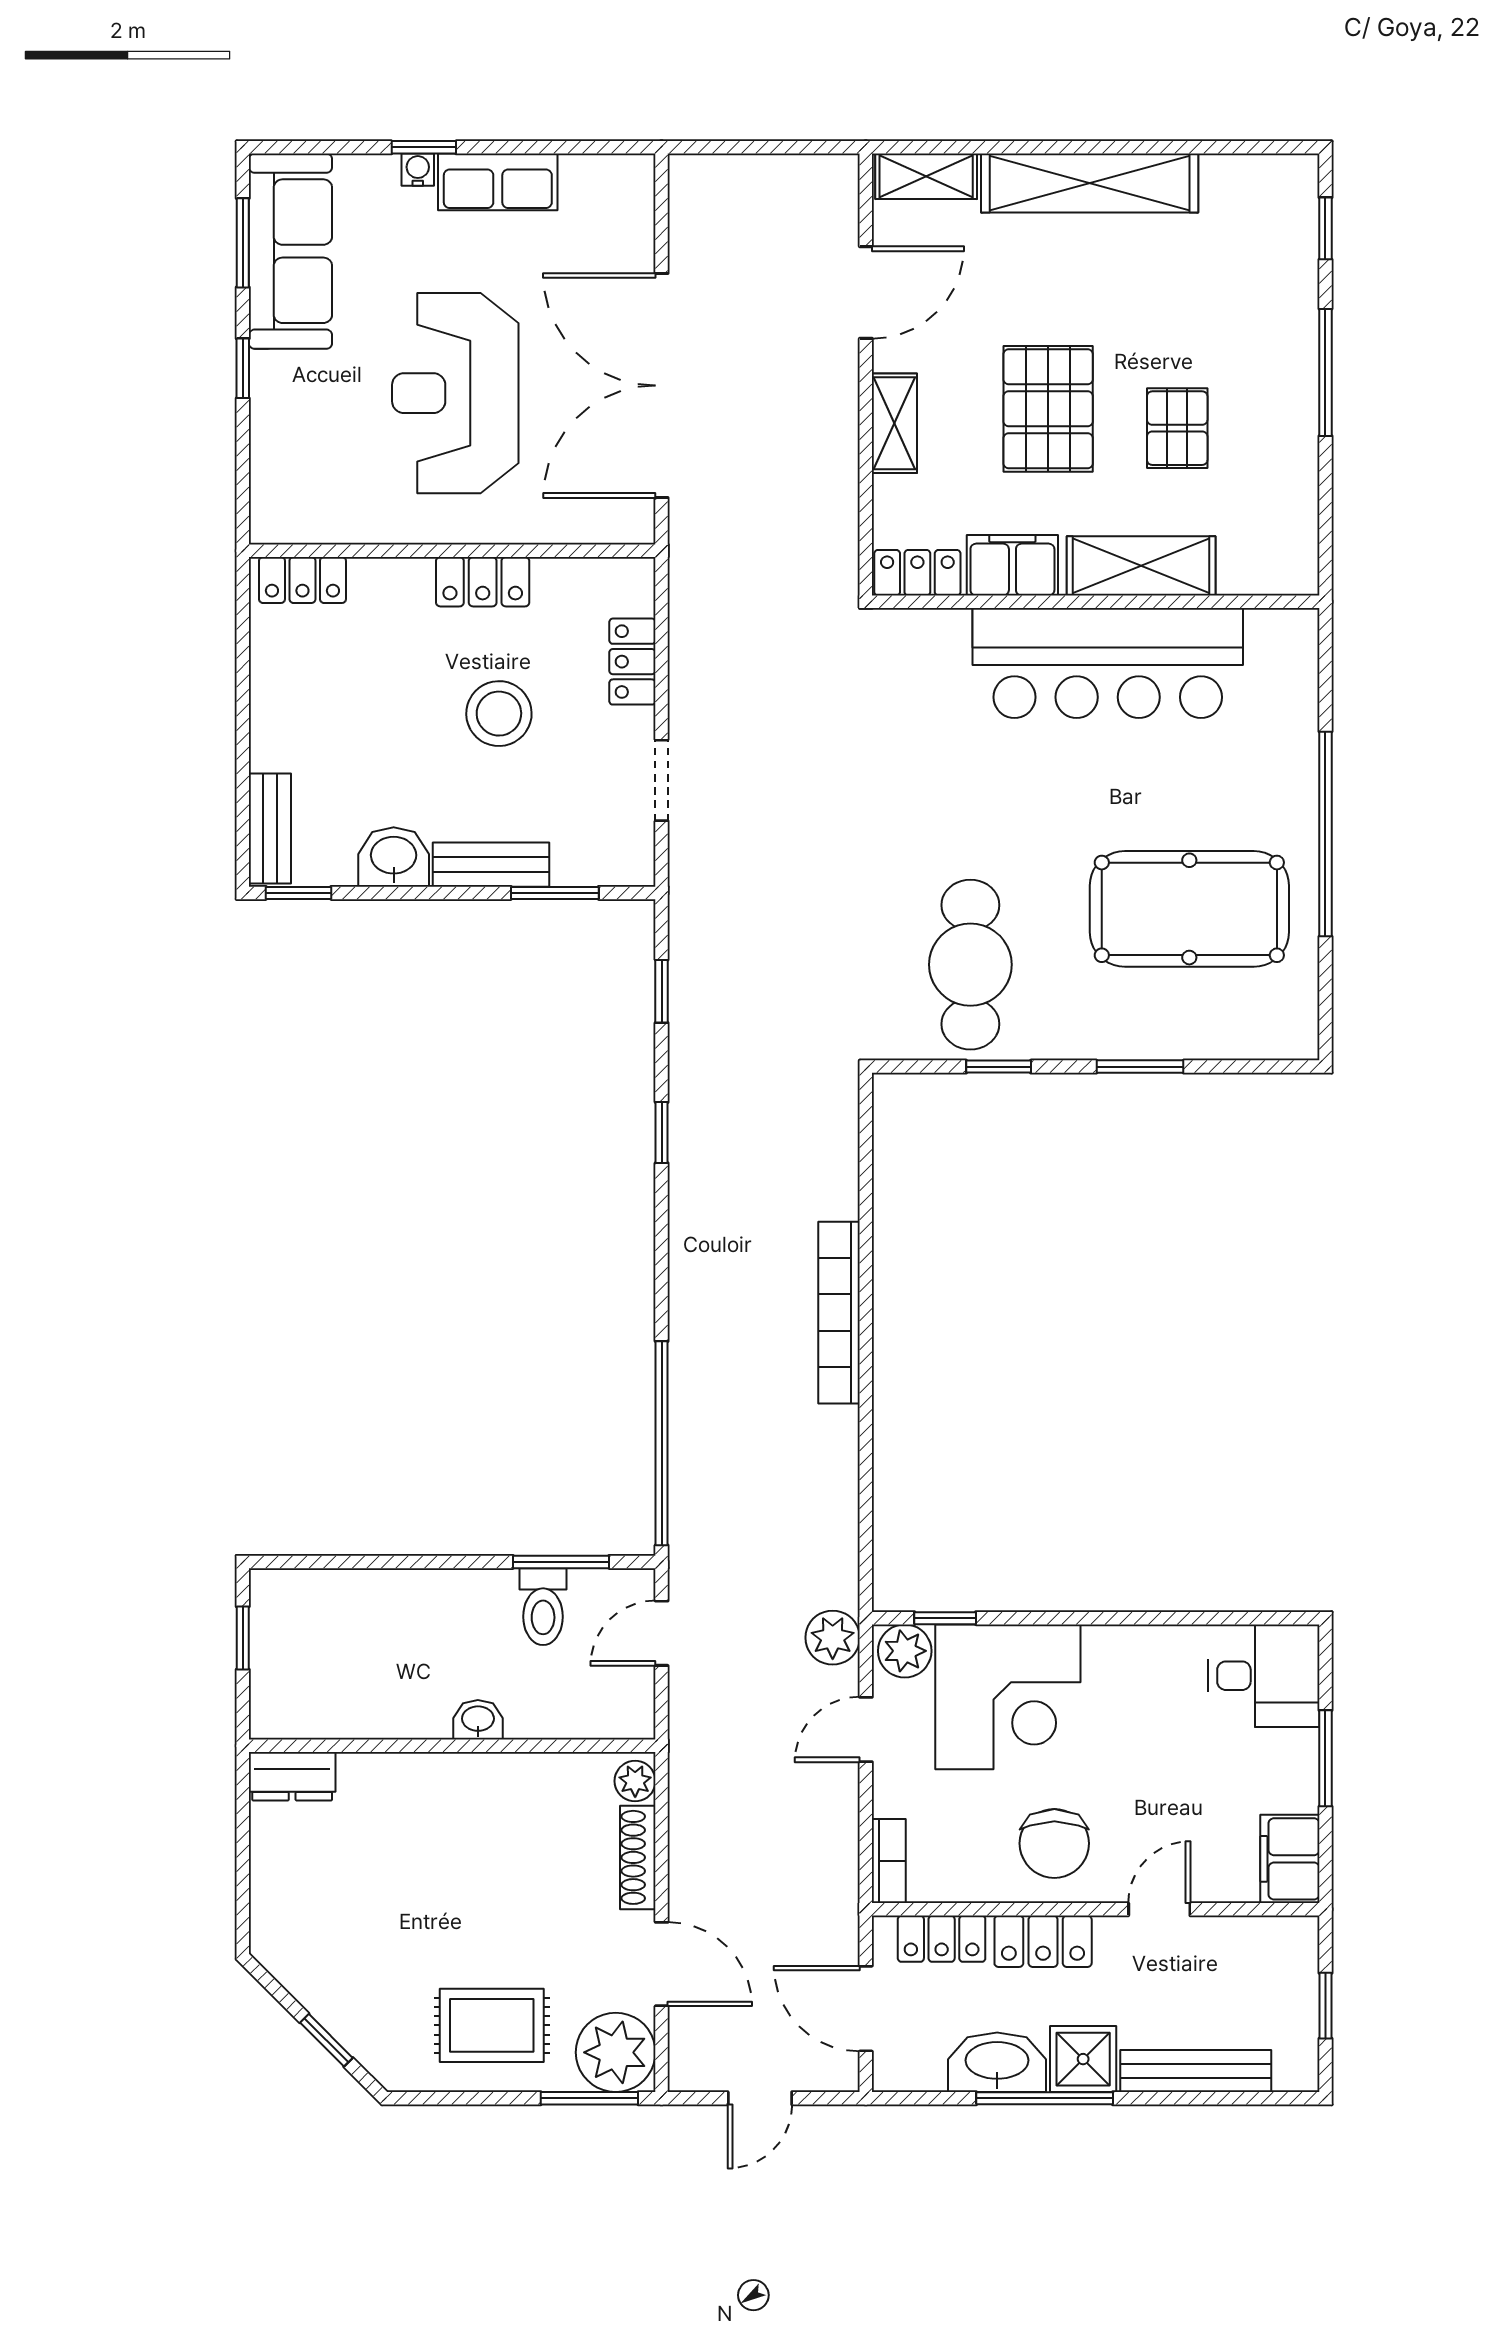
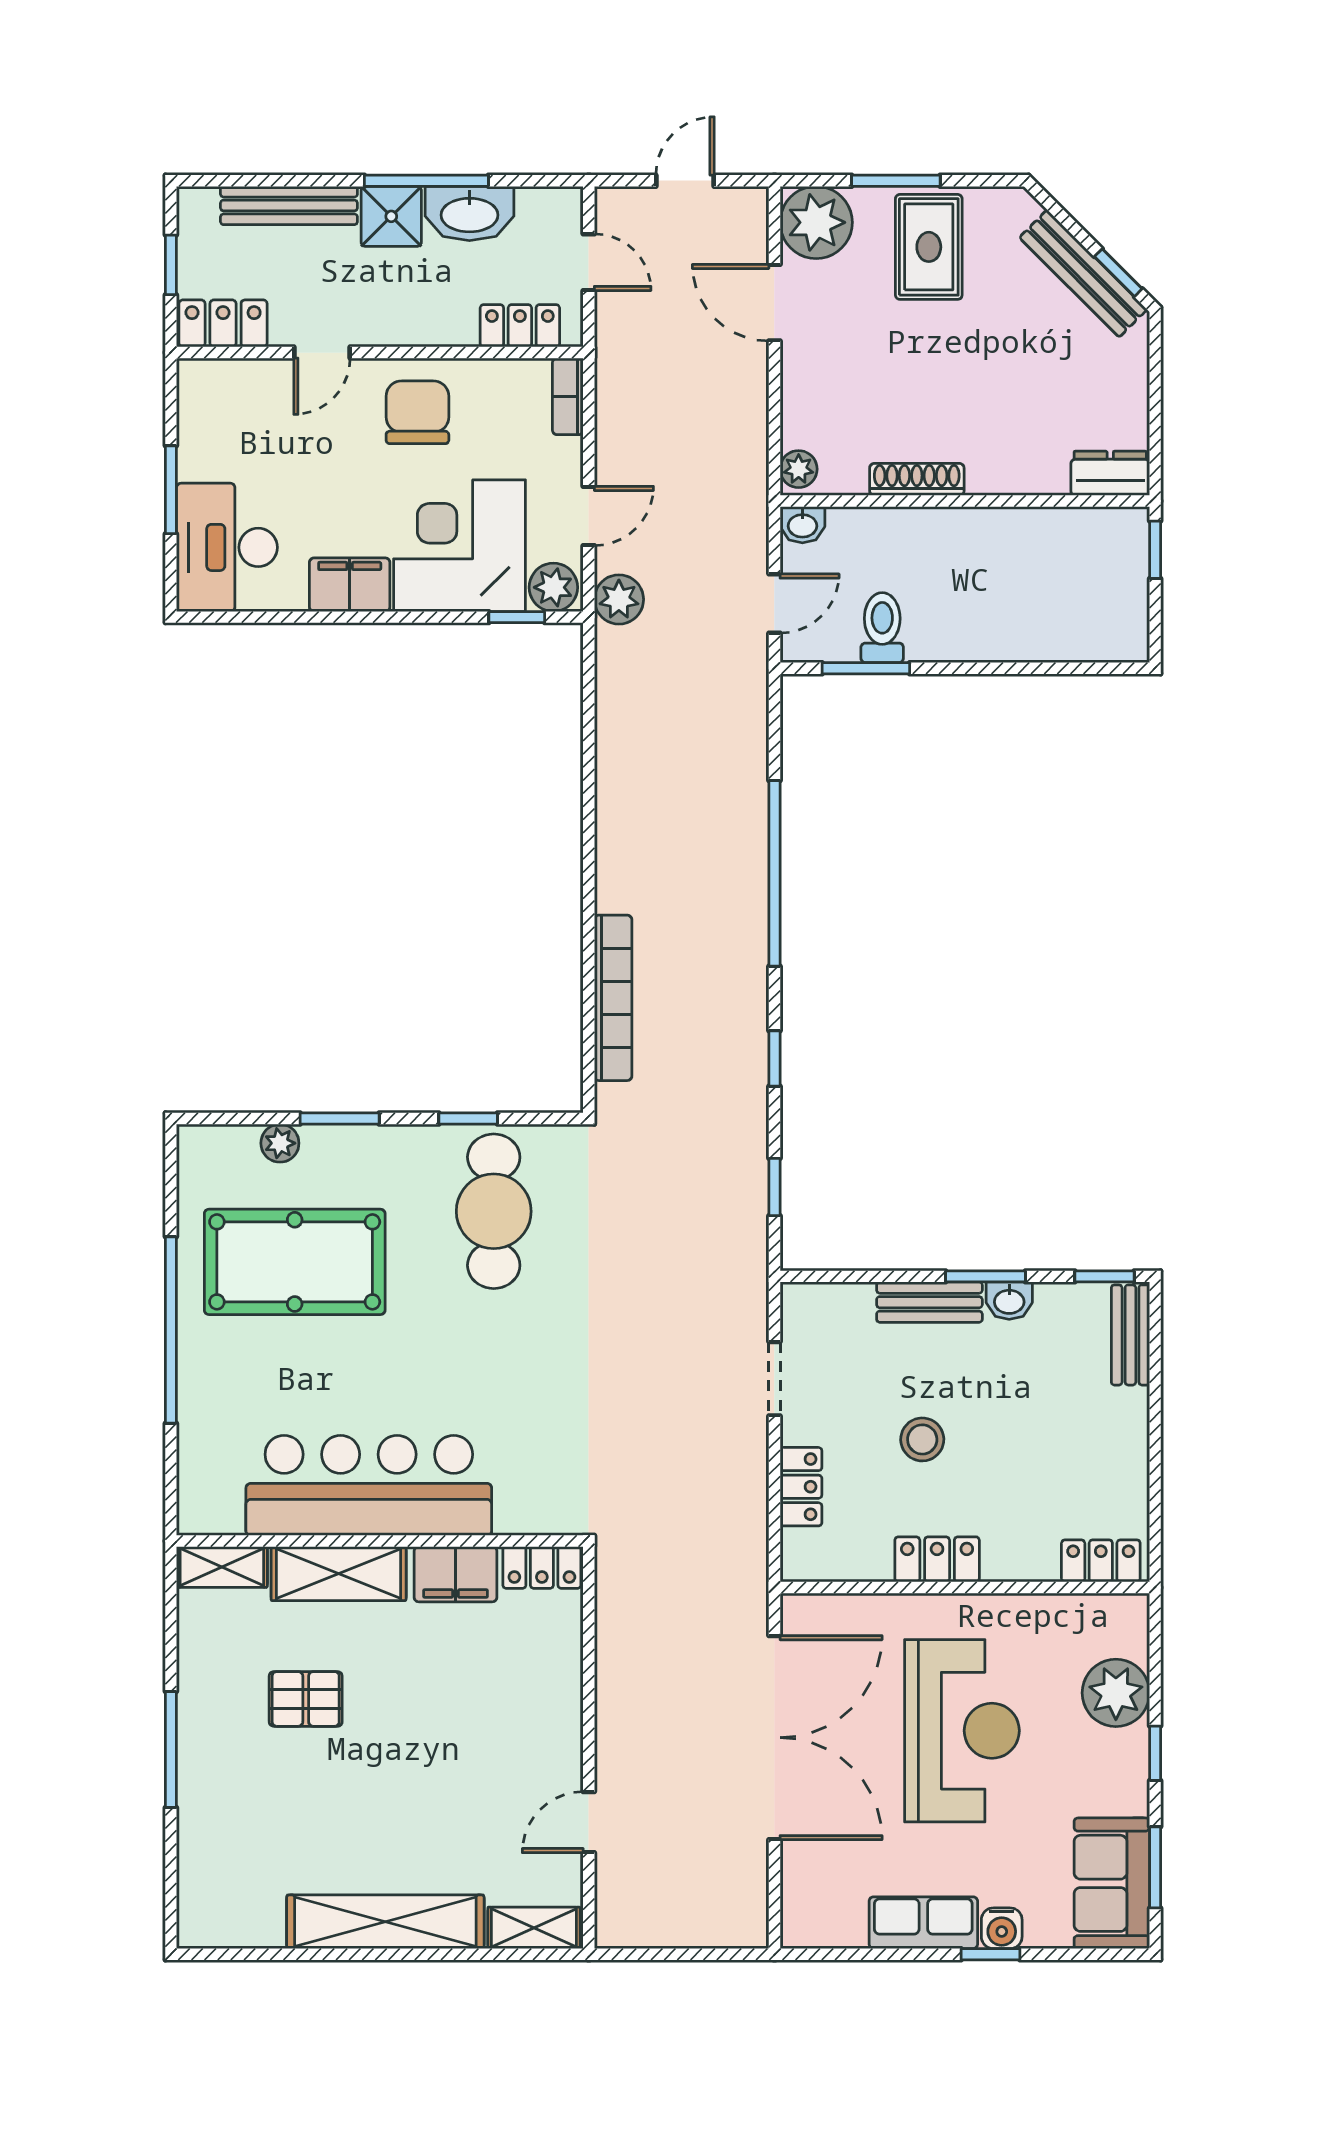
water cooler: (418, 170) -> (1002, 1928), width x1.38, depth x1.38
window: (1325, 228) -> (171, 1880), removed
sofa: (290, 251) -> (1112, 1883), width x0.73
door: (866, 293) -> (589, 1822), width x0.73
pallet: (1048, 409) -> (423, 1716), removed
shelving: (894, 423) -> (222, 1567), moved, turned 90
pallet: (1177, 428) -> (306, 1699), turned 90
plant: (286, 435) -> (1116, 1693), added
stool: (499, 714) -> (922, 1439), width x0.73, depth x0.73
washbasin: (394, 857) -> (1009, 1301), width x0.72, depth x0.69
window: (555, 893) -> (986, 1276), moved
plant: (1206, 1039) -> (280, 1143), added
bookcase: (839, 1313) -> (613, 998), moved
window: (662, 1443) -> (774, 873), moved
window: (243, 1638) -> (1155, 550), moved
desk: (1264, 1676) -> (227, 547), width x1.37
washbasin: (478, 1720) -> (802, 525), moved
shoe rack: (638, 1857) -> (917, 479), moved, turned -90
filing cabinet: (1290, 1859) -> (350, 585), moved, turned -90
locker: (1043, 1941) -> (223, 323), moved
bench: (322, 1996) -> (1083, 273), added
door: (866, 2009) -> (589, 262), width x0.73
rug: (492, 2025) -> (929, 247), turned 90
window: (326, 2040) -> (1118, 273), moved
window: (589, 2098) -> (896, 181), moved

